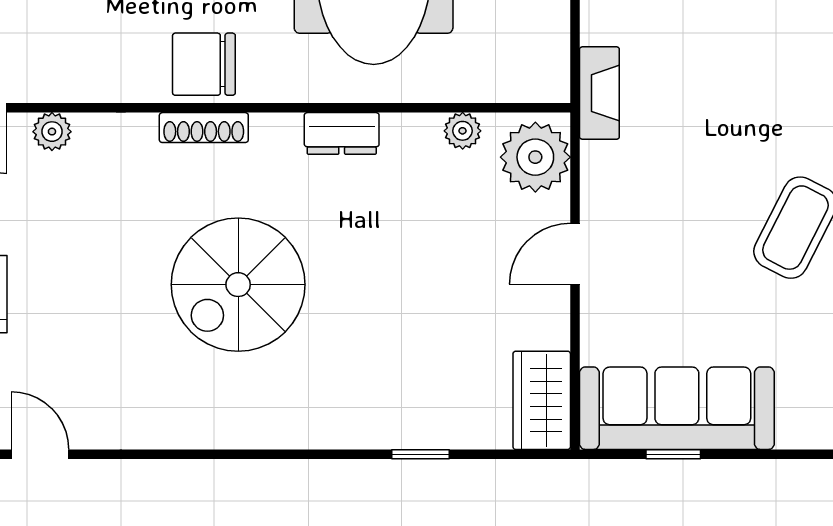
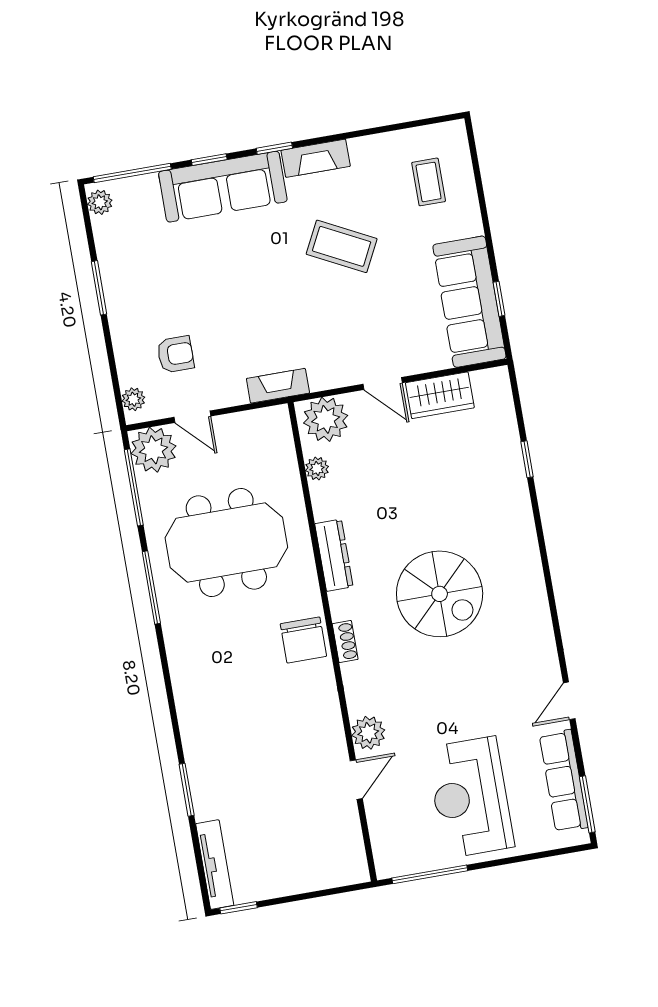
shoe rack: (204, 128) -> (345, 642), width x0.70
plant: (52, 132) -> (368, 733), width x1.38, depth x1.38
dresser: (342, 133) -> (334, 555), width x1.44
wardrobe: (542, 400) -> (440, 395), moved

